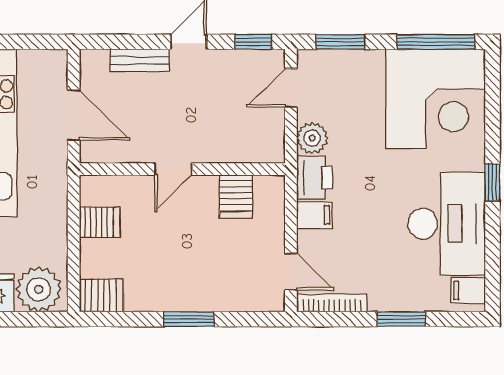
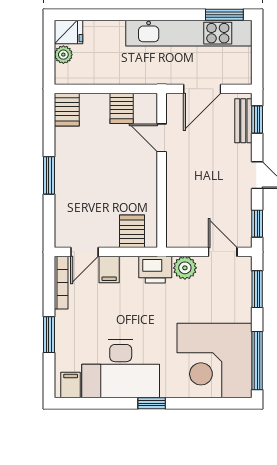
window: (115, 42) -> (257, 119), added
bench: (140, 60) -> (243, 121), moved
door: (173, 169) -> (162, 138), moved
server rack: (236, 197) -> (132, 231), moved, turned 90
filing cabinet: (314, 215) -> (109, 269), moved
plant: (39, 289) -> (63, 55), width x0.53, depth x0.53

